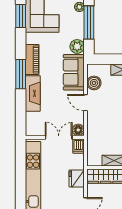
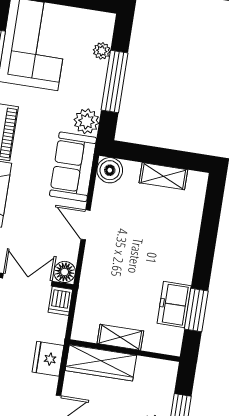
boiler: (94, 83) -> (110, 170), moved

